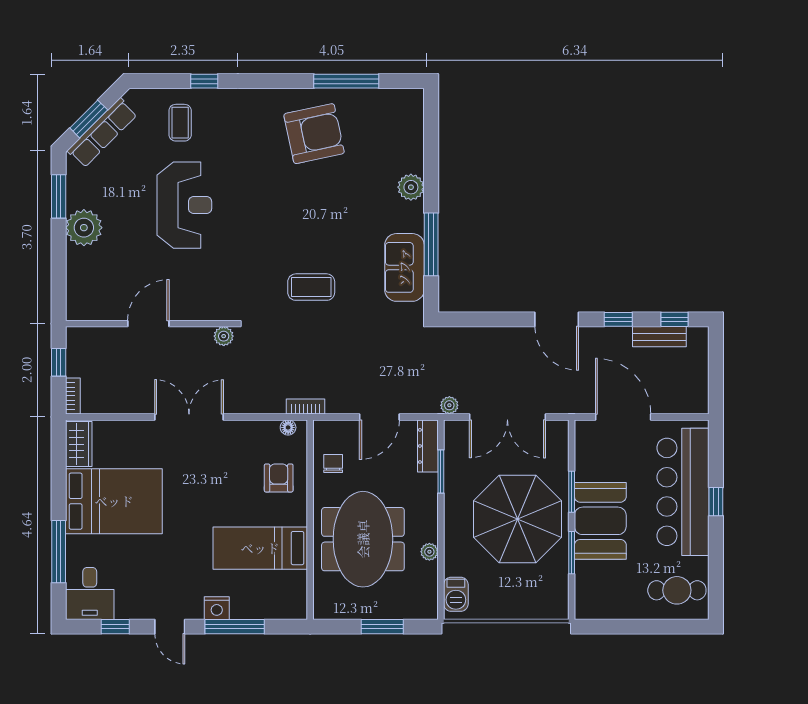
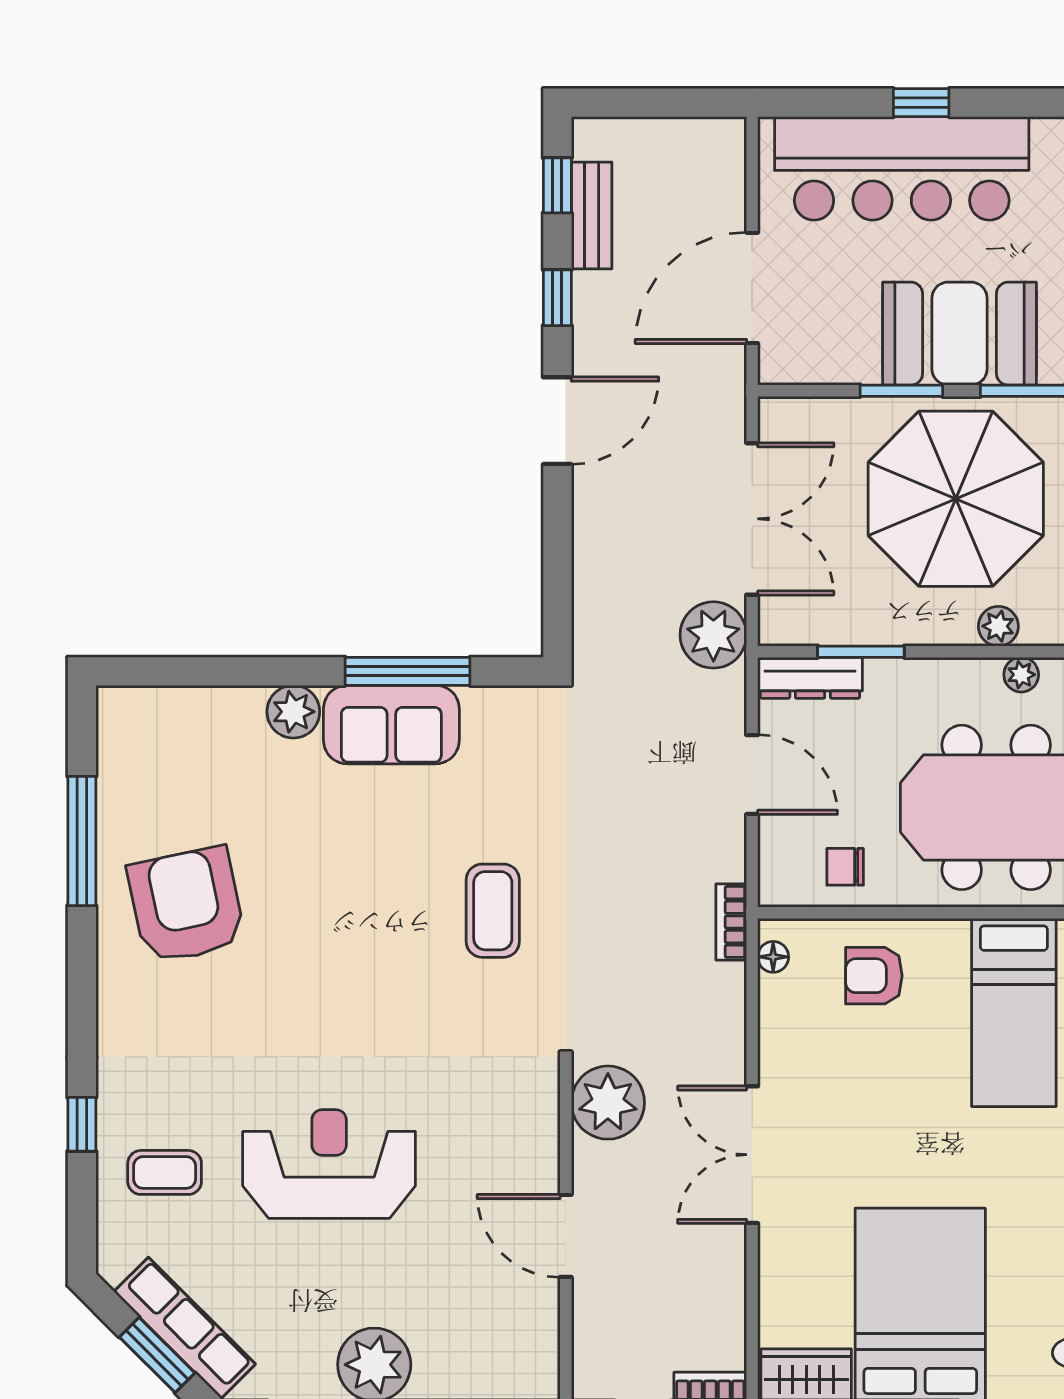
sofa: (404, 267) -> (391, 725), moved
plant: (224, 336) -> (608, 1103), width x1.88, depth x1.88
plant: (449, 405) -> (713, 635), width x1.88, depth x1.88
plant: (454, 540) -> (998, 626), added

